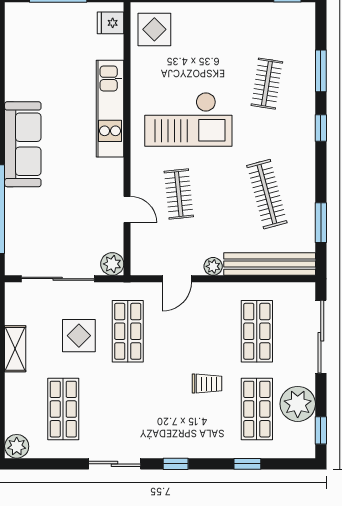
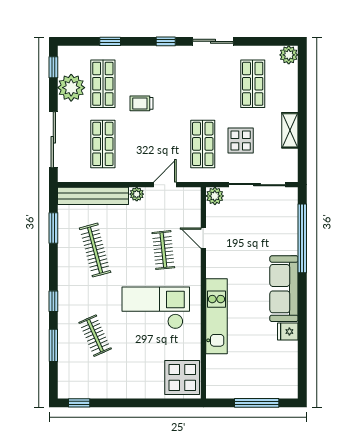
fridge: (111, 23) -> (288, 332), moved, turned 180
display table: (154, 29) -> (182, 377), width x1.36, depth x1.36
clothes rail: (267, 84) -> (95, 336), turned -33

